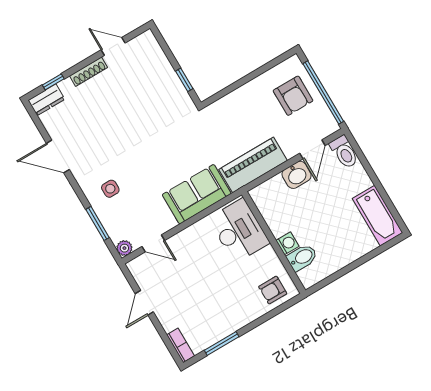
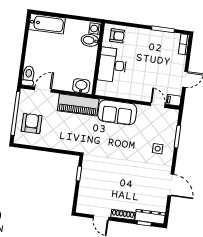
dresser: (46, 100) -> (150, 217), width x1.44
washbasin: (297, 175) -> (81, 86), moved
bathtub: (378, 216) -> (47, 24), moved, turned 90
desk: (239, 231) -> (112, 65), moved
washing machine: (287, 243) -> (95, 29), moved
plant: (124, 248) -> (174, 114), removed
filing cabinet: (138, 265) -> (174, 100), added

